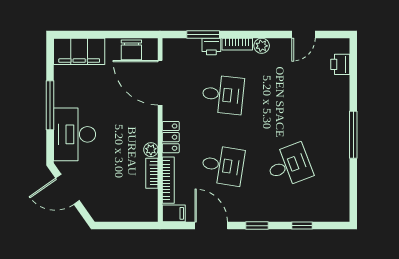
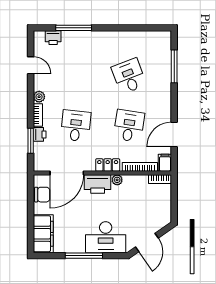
printer: (145, 124) -> (98, 184), added
window: (353, 135) -> (74, 28), moved
bookcase: (152, 173) -> (160, 179), moved
window: (257, 226) -> (174, 100), removed
window: (302, 226) -> (174, 66), width x2.17

